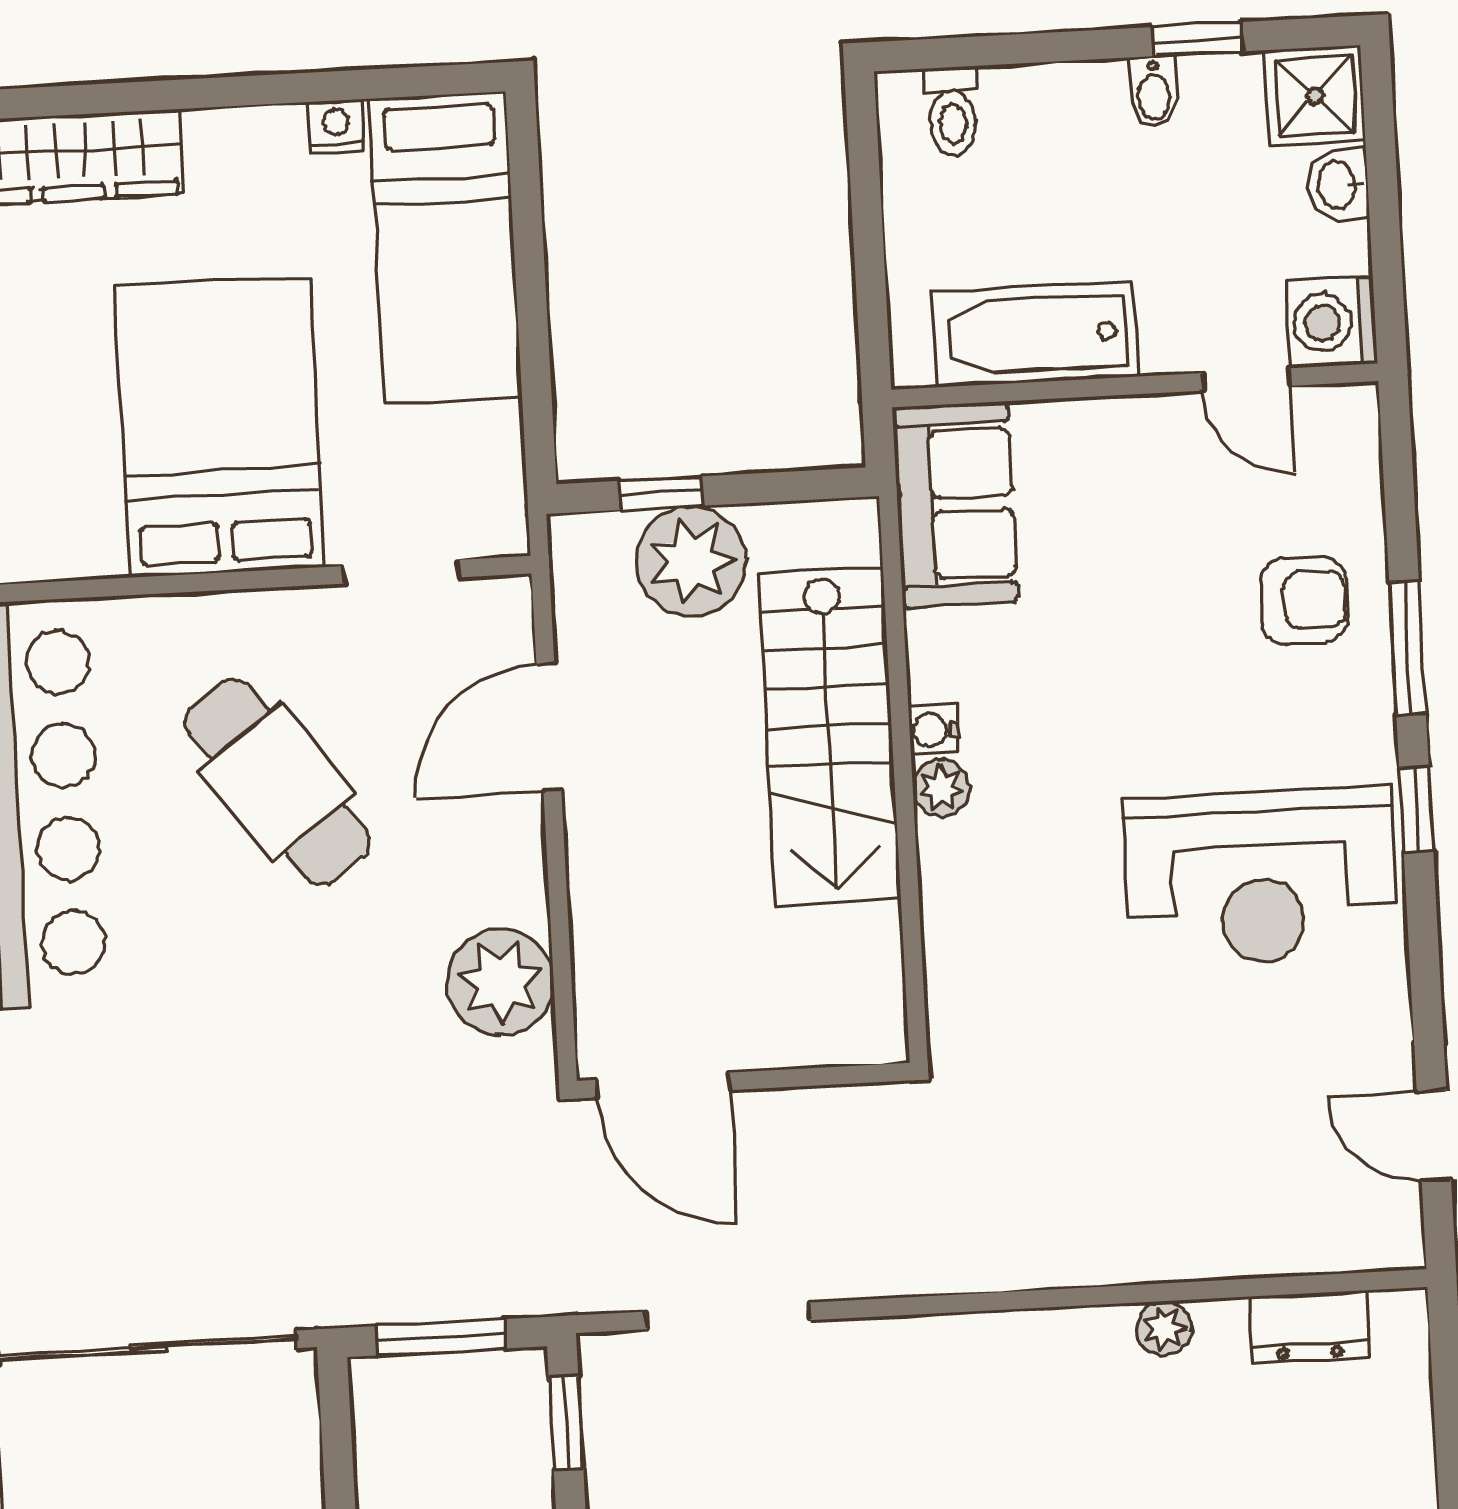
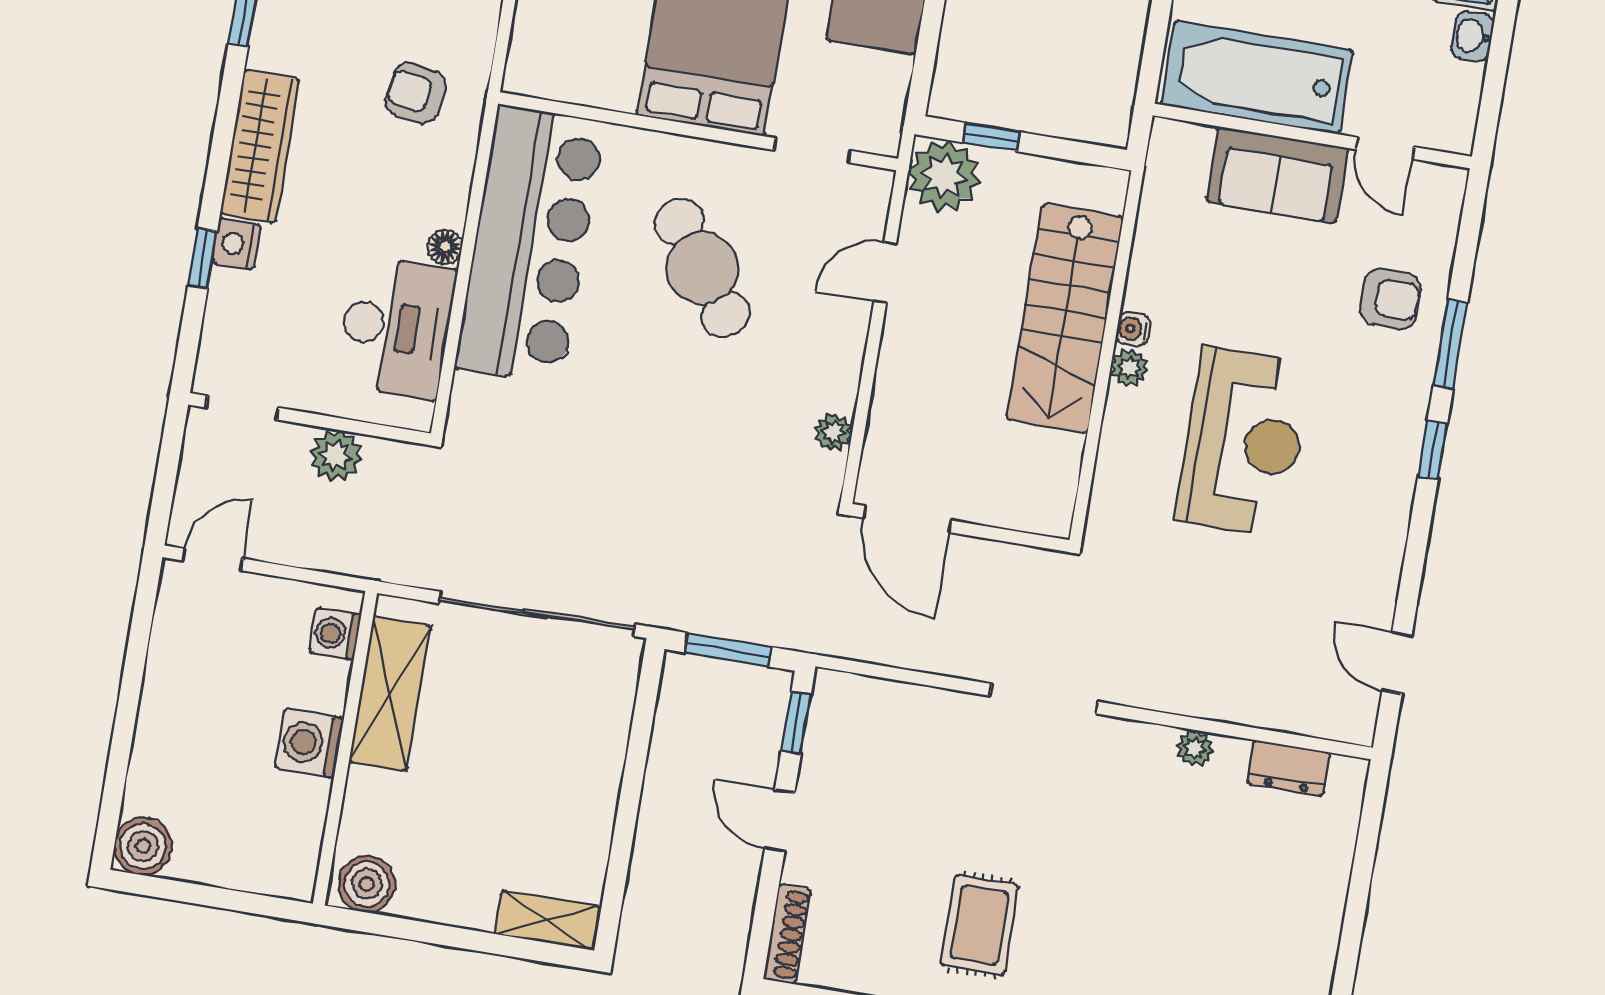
washing machine: (1331, 322) -> (1448, 123), removed
bathtub: (1035, 334) -> (1257, 78), width x1.36, depth x1.36
sofa: (955, 504) -> (1277, 175), moved, turned 90
plant: (691, 561) -> (944, 176), moved
door: (549, 728) -> (885, 272), width x0.73
reception desk: (1261, 876) -> (1243, 442), moved, turned -90
plant: (500, 982) -> (834, 432), width x0.53, depth x0.53
doorway: (728, 1316) -> (1044, 699), moved

